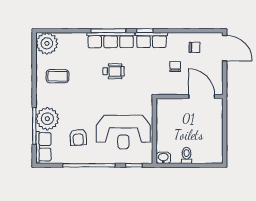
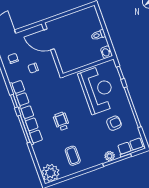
wheelchair: (113, 71) -> (61, 121), moved
door: (202, 97) -> (49, 39), hinge flipped
plant: (47, 119) -> (110, 156), width x0.53, depth x0.53

